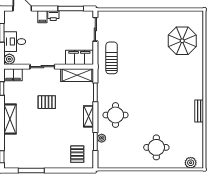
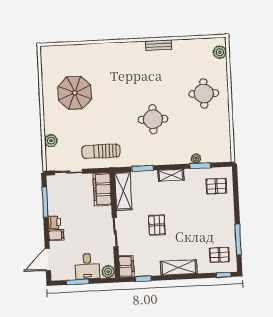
plant: (123, 16) -> (51, 141), added
parasol: (182, 41) -> (75, 93), moved
round table: (115, 115) -> (153, 119), moved
pallet: (19, 154) -> (219, 255), added

